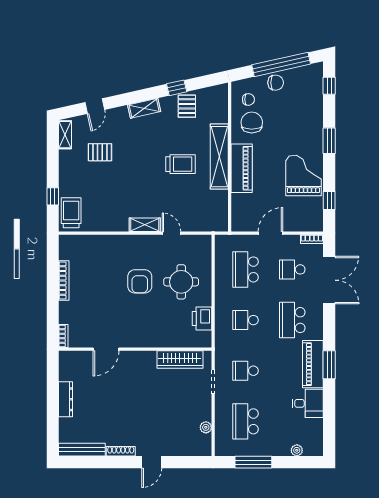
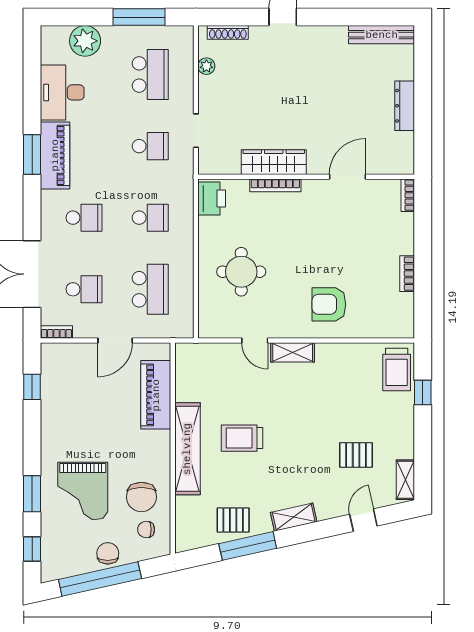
chair: (276, 83) -> (108, 553), turned 90
window: (177, 88) -> (248, 546), width x2.17
pallet: (187, 106) -> (233, 520), turned 90
window: (329, 141) -> (32, 494), moved
piano: (242, 168) -> (156, 395), moved
grand piano: (303, 176) -> (83, 491), moved
bookcase: (64, 281) -> (407, 274), width x0.64
armchair: (140, 281) -> (329, 304), moved, turned -90
printer: (202, 318) -> (212, 199), moved
school desk: (292, 320) -> (84, 218), width x0.54
bookcase: (157, 343) -> (275, 185), added
wardrobe: (180, 359) -> (274, 162), moved
desk: (308, 403) -> (62, 92), width x1.37
plant: (297, 450) -> (85, 41), width x1.88, depth x1.88
shoe rack: (121, 451) -> (228, 32), moved

